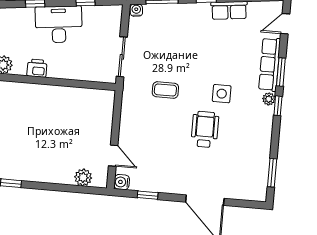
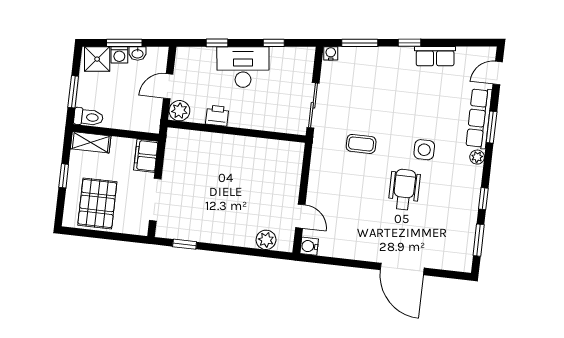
window: (278, 106) -> (483, 199), moved
window: (148, 195) -> (338, 262), removed

